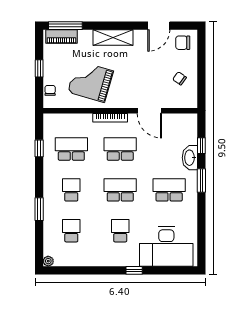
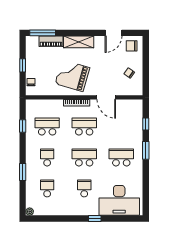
piano: (61, 37) -> (51, 41), moved
grand piano: (90, 82) -> (72, 76), moved
washbasin: (190, 158) -> (137, 133), removed

